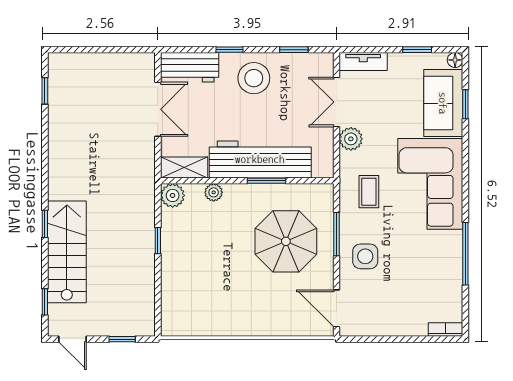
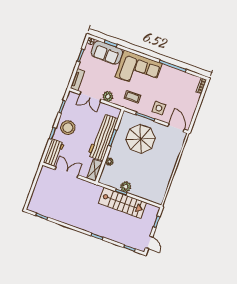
plant: (173, 195) -> (126, 187), moved
stairs: (67, 252) -> (123, 203), moved, turned 180
door: (337, 308) -> (176, 128), swing flipped
door: (72, 339) -> (149, 242), hinge flipped

